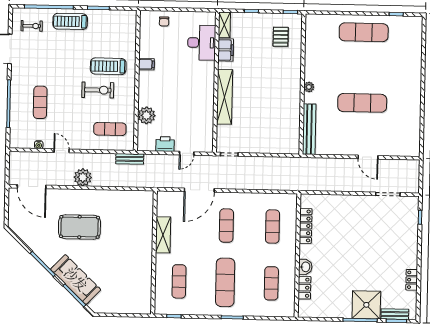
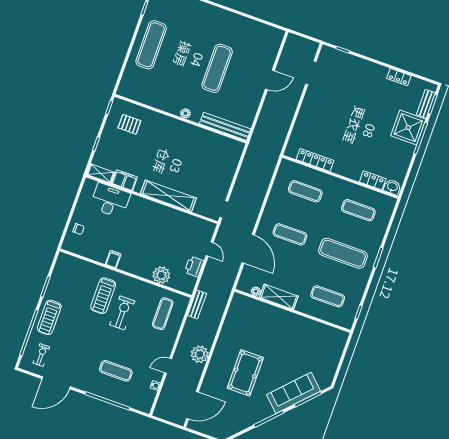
plant: (161, 211) -> (256, 291), added
washbasin: (305, 267) -> (392, 187), moved

